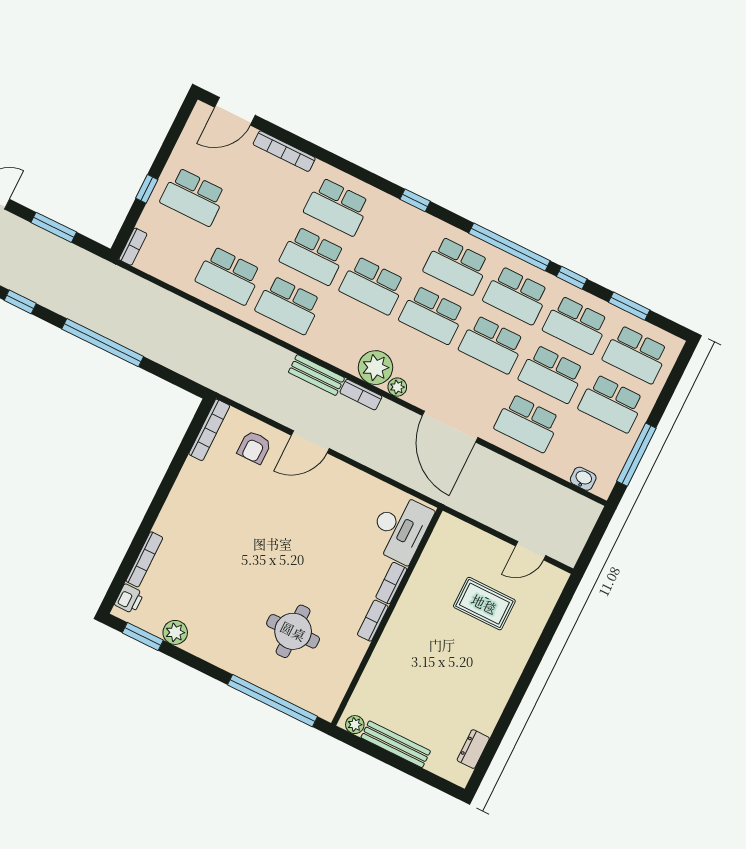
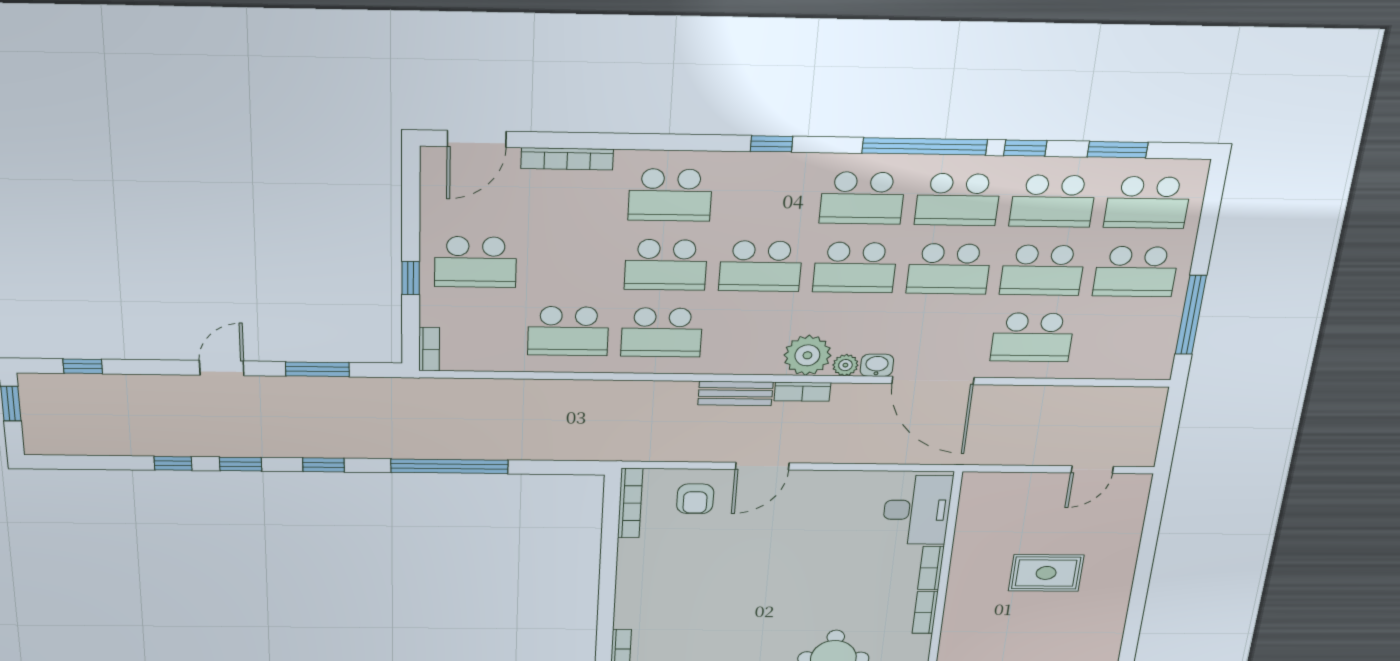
washbasin: (583, 479) -> (877, 365), moved
rug: (484, 604) -> (1046, 573), moved

